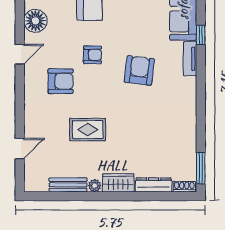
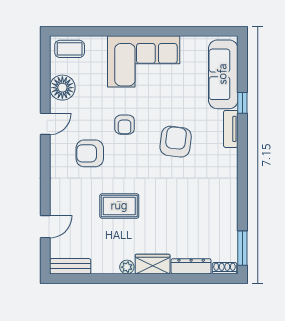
armchair: (92, 55) -> (125, 125), turned 90
armchair: (61, 81) -> (90, 153), turned 180
bench: (68, 185) -> (70, 266), moved

